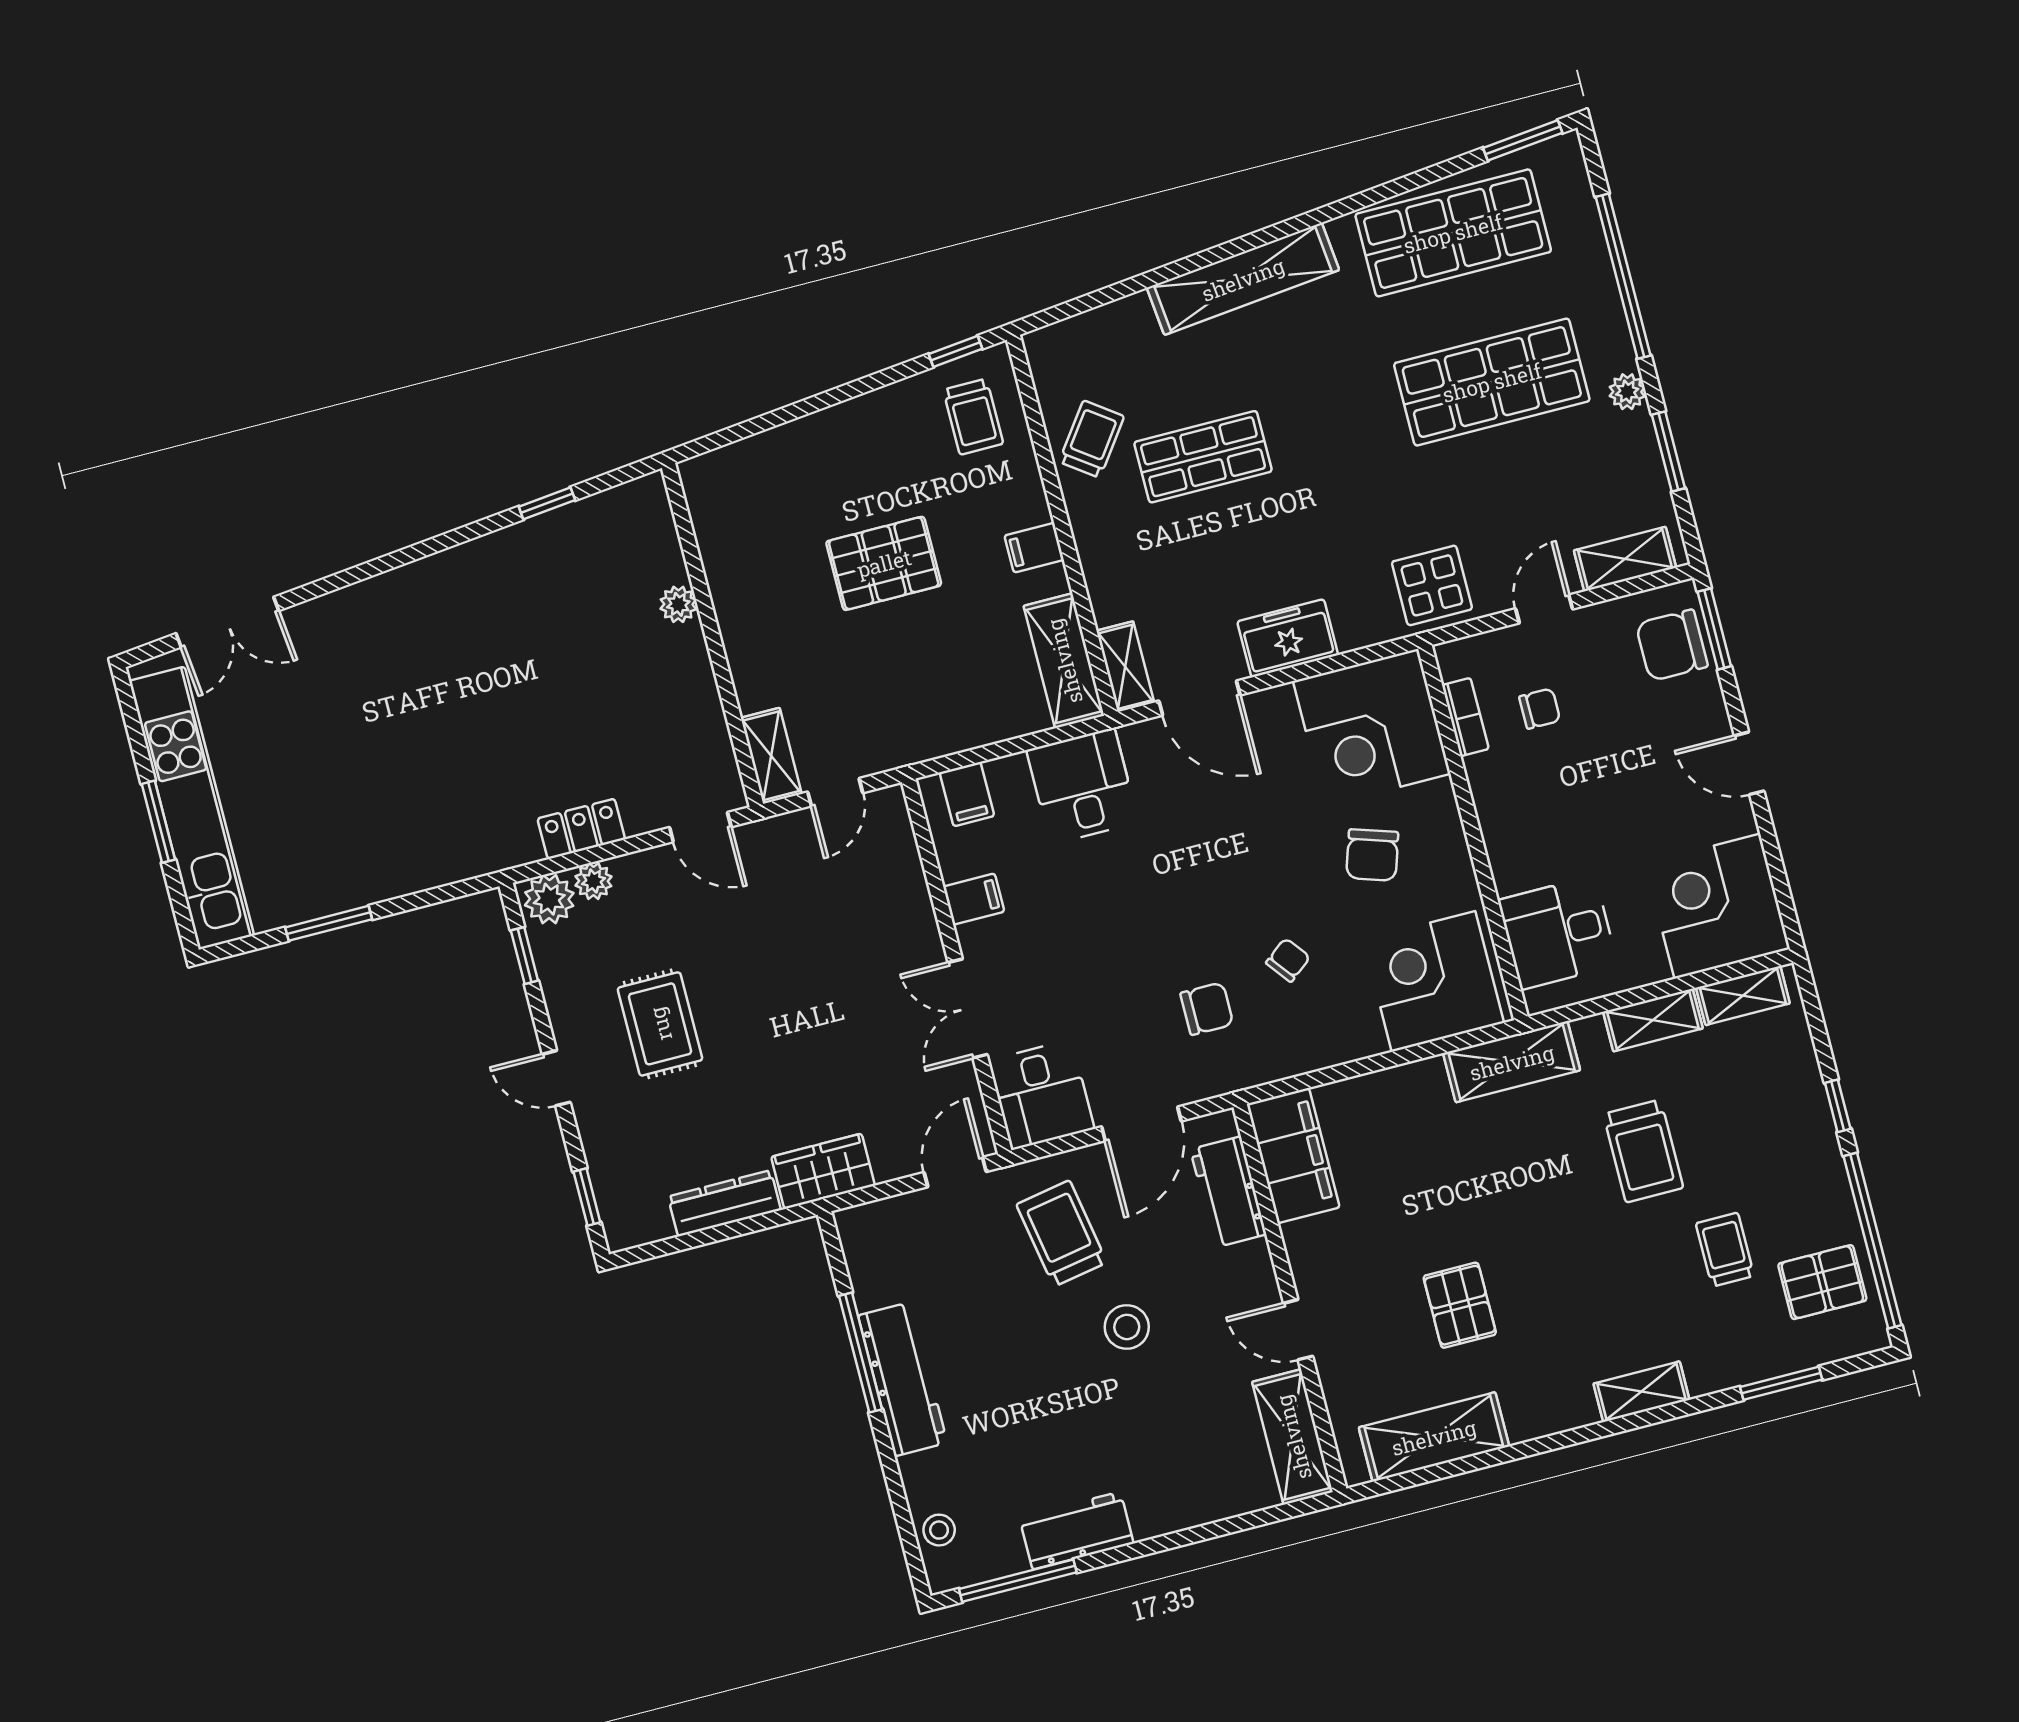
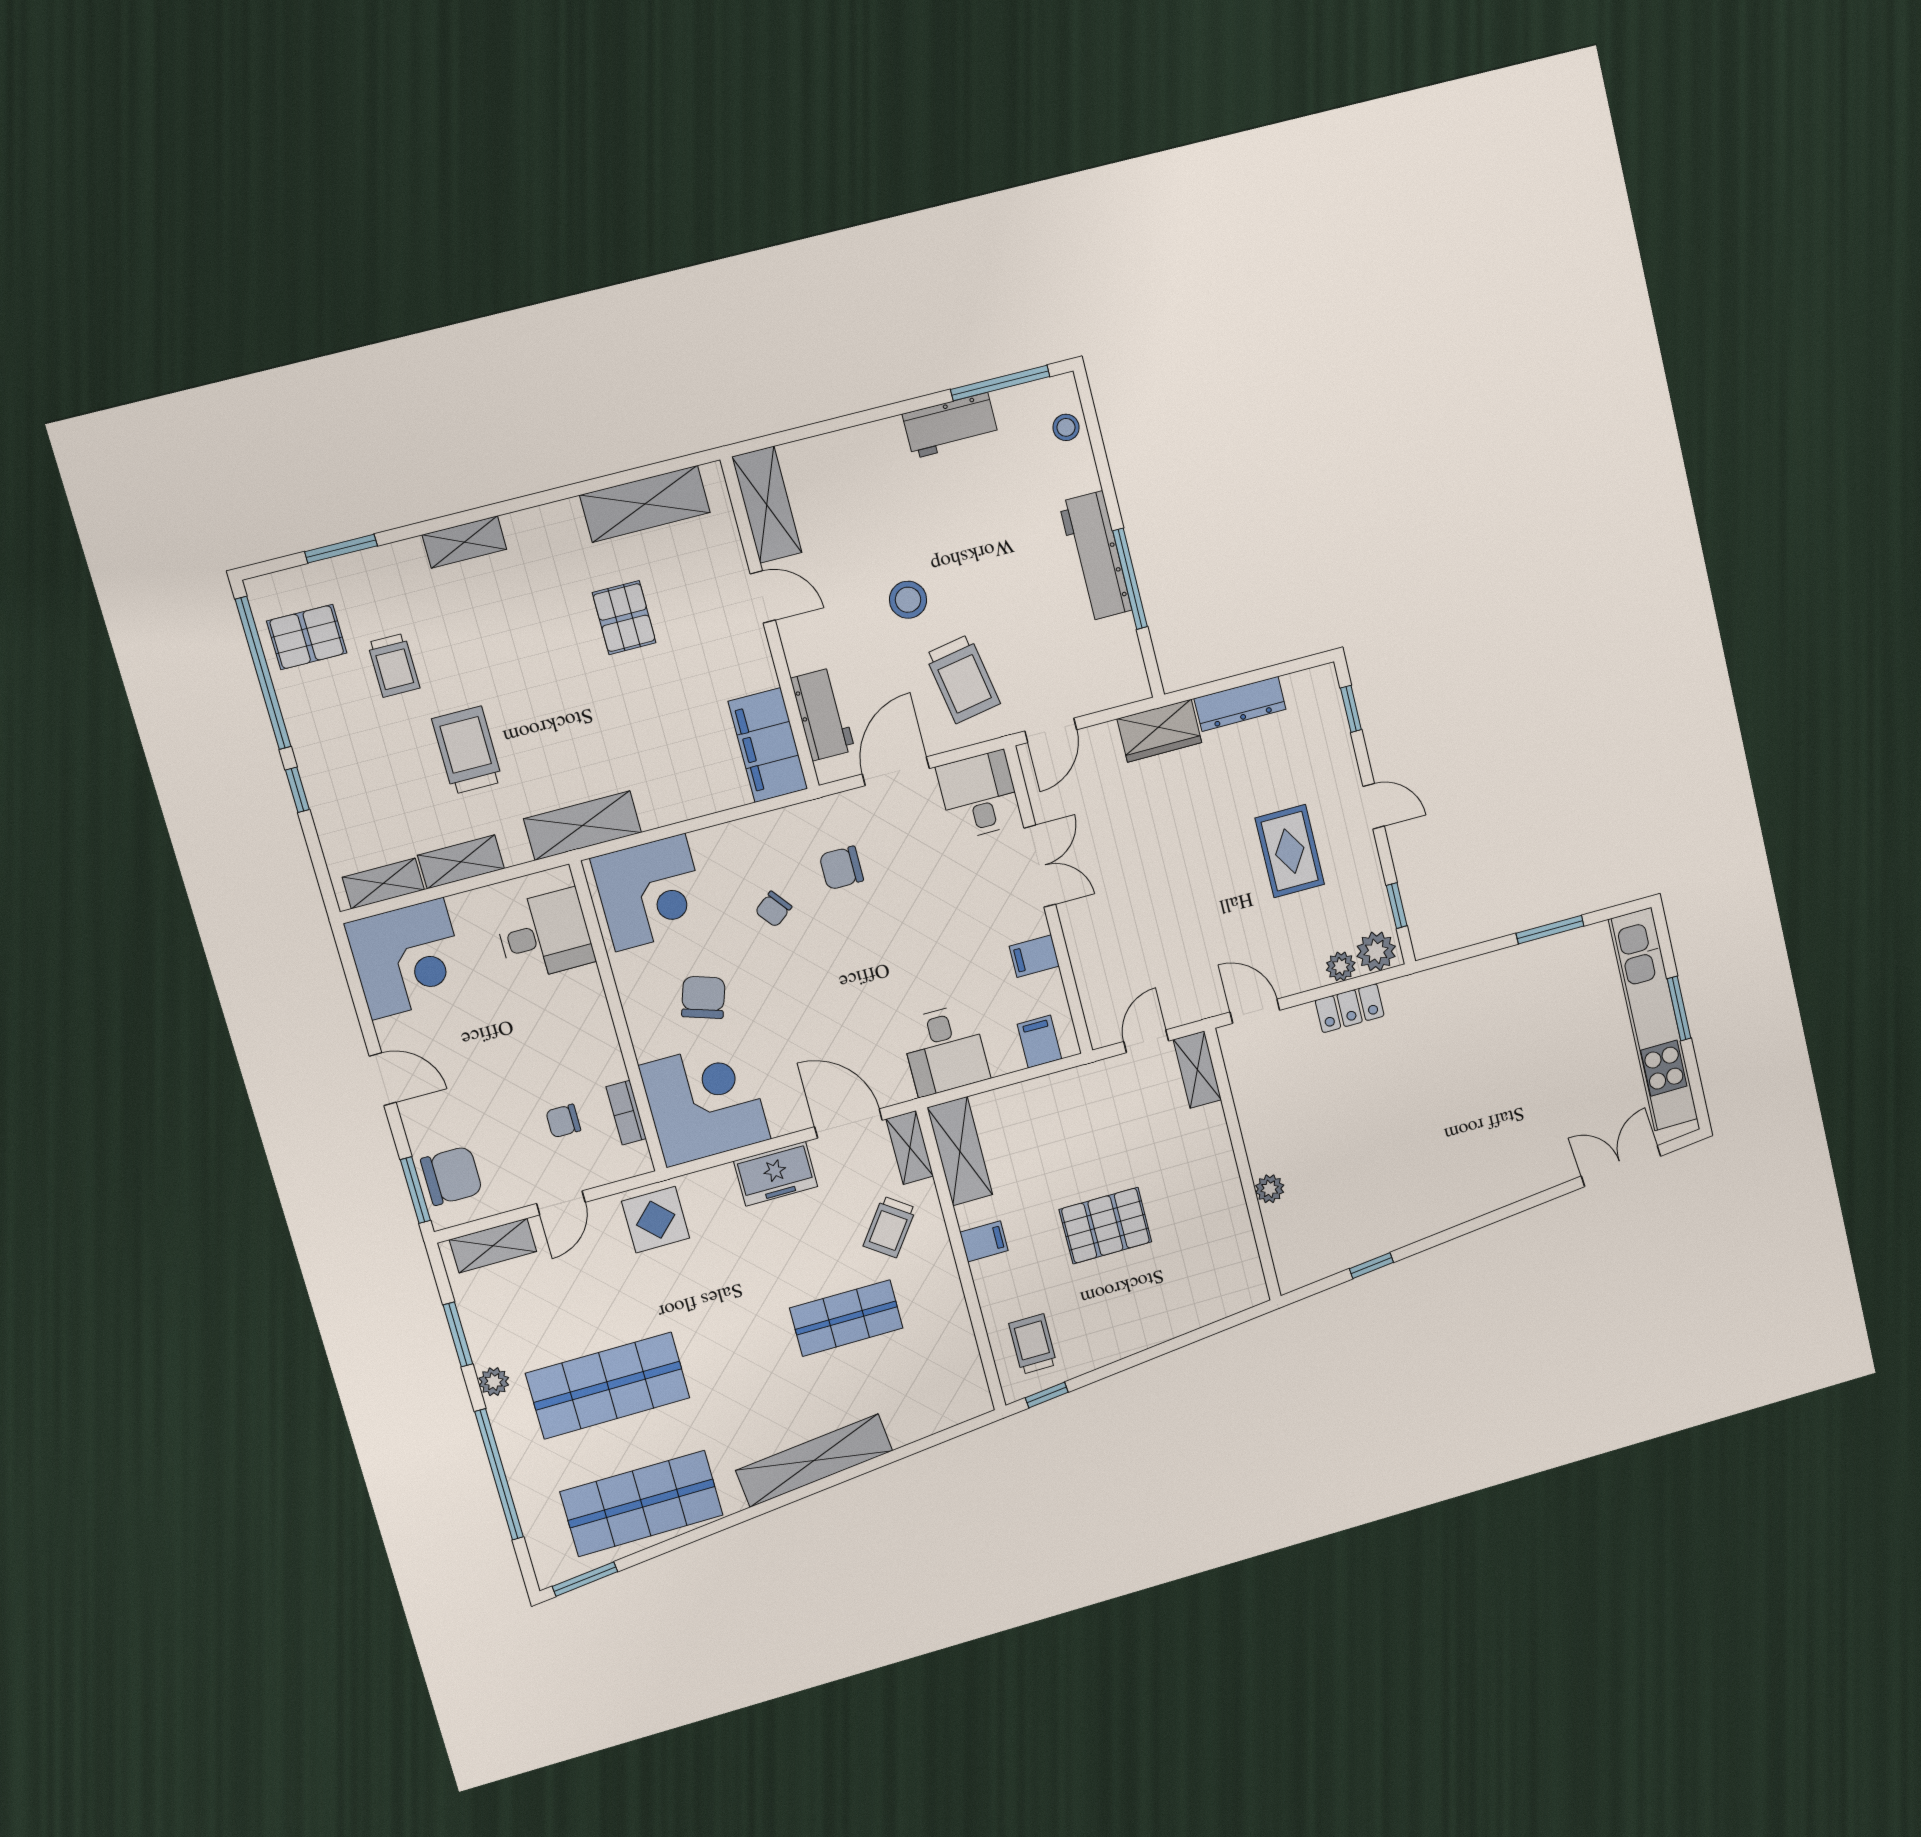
trolley: (1092, 439) -> (890, 1227), moved

